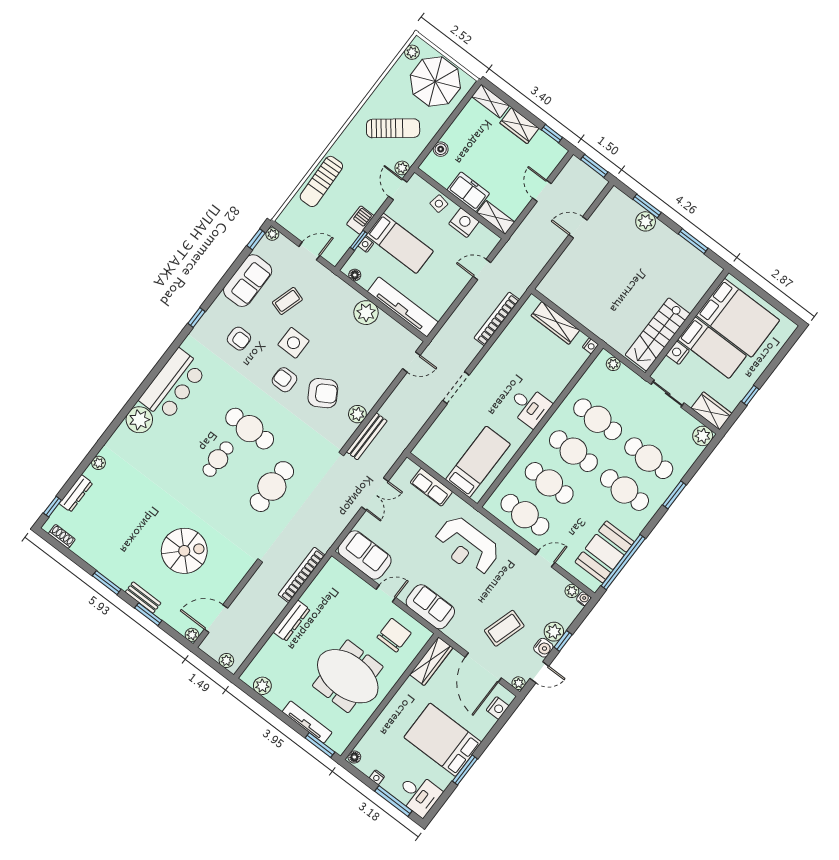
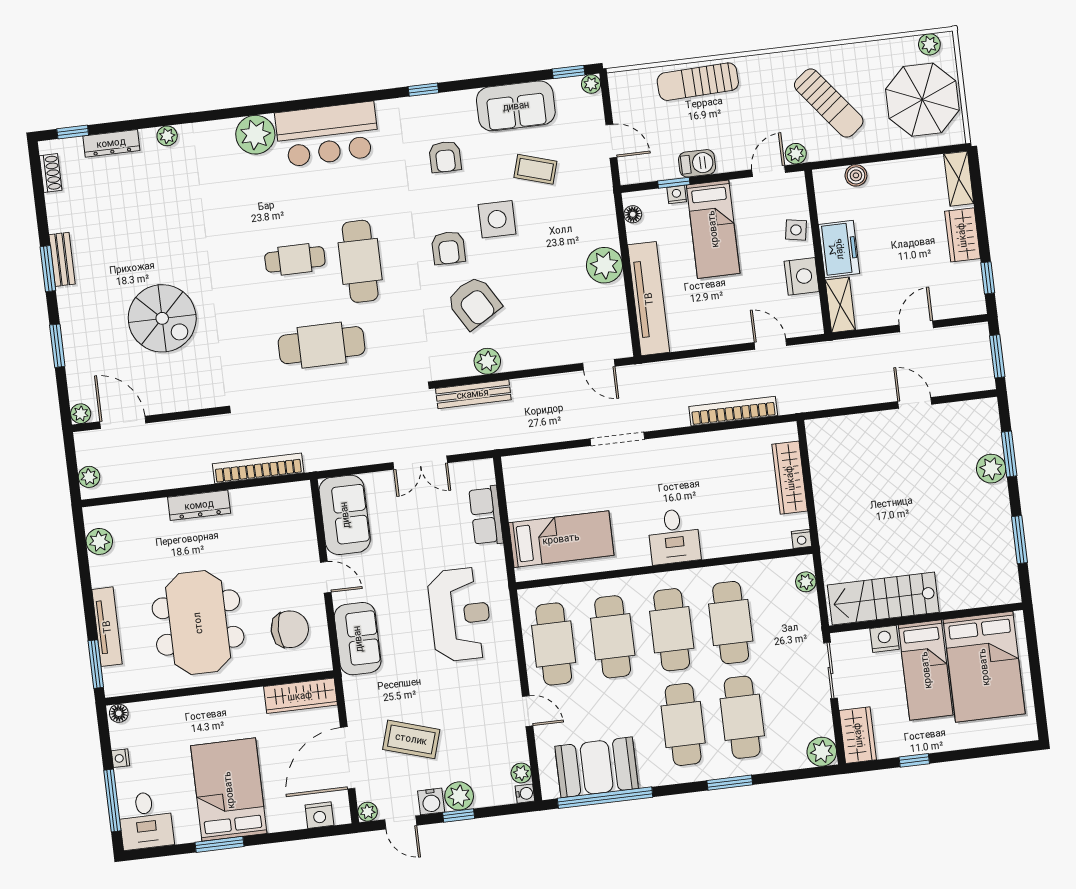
armchair: (284, 380) -> (448, 248), turned 180
reception desk: (467, 546) -> (460, 614), turned 180
bench: (143, 598) -> (62, 259), moved

